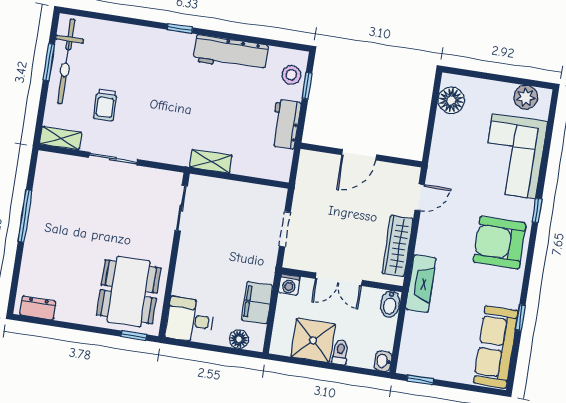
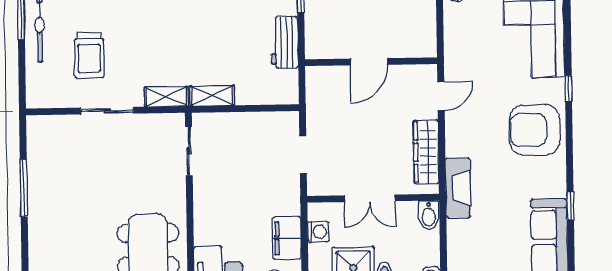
trolley: (105, 105) -> (89, 55), width x1.36, depth x1.39
shelving: (61, 138) -> (166, 97), moved
washing machine: (289, 285) -> (318, 232), moved, turned -90

